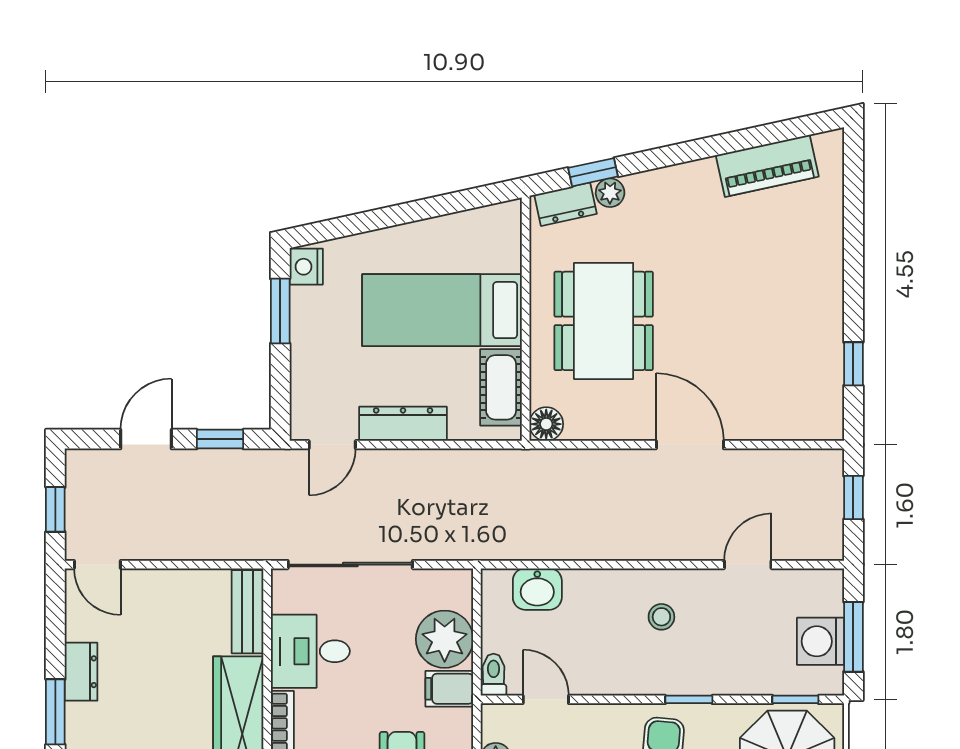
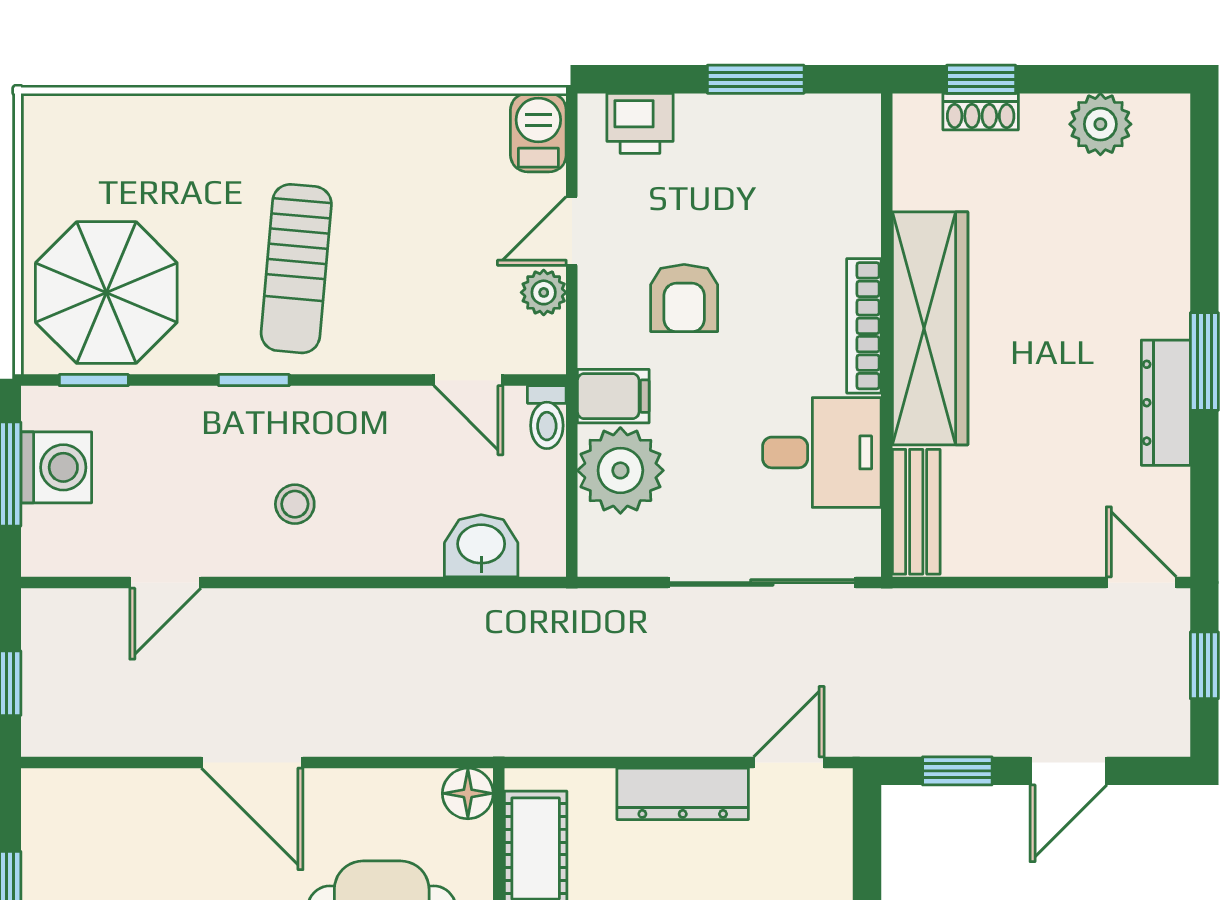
dresser: (81, 672) -> (1166, 403), width x1.44

